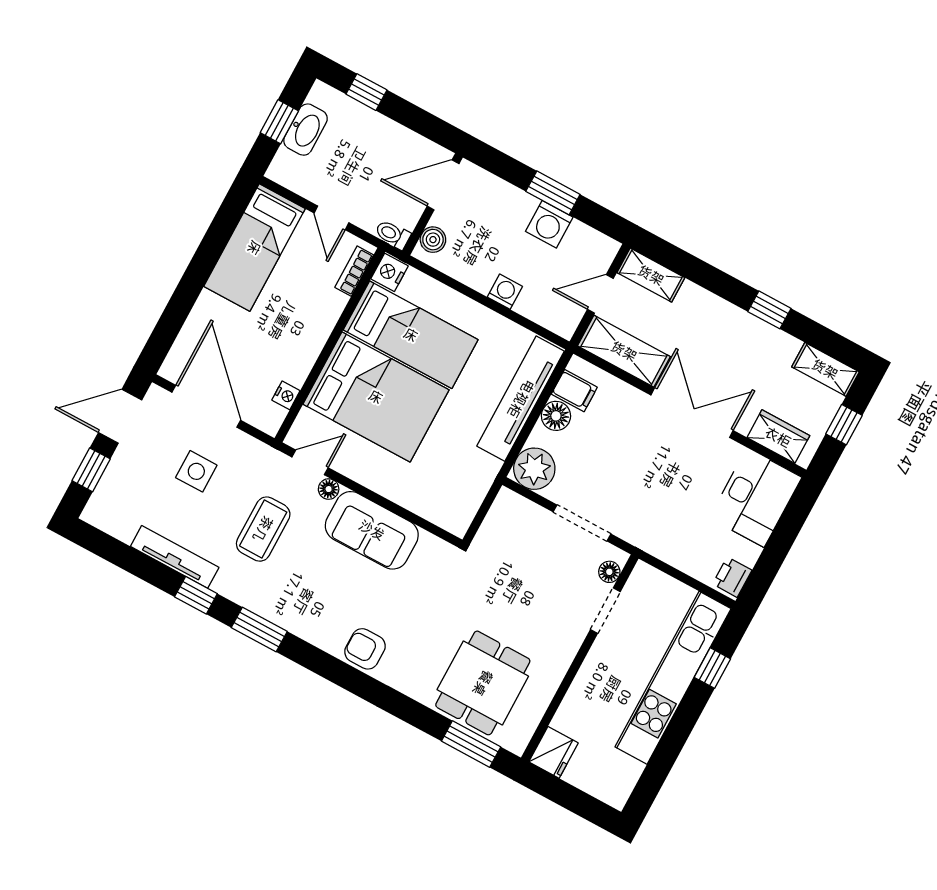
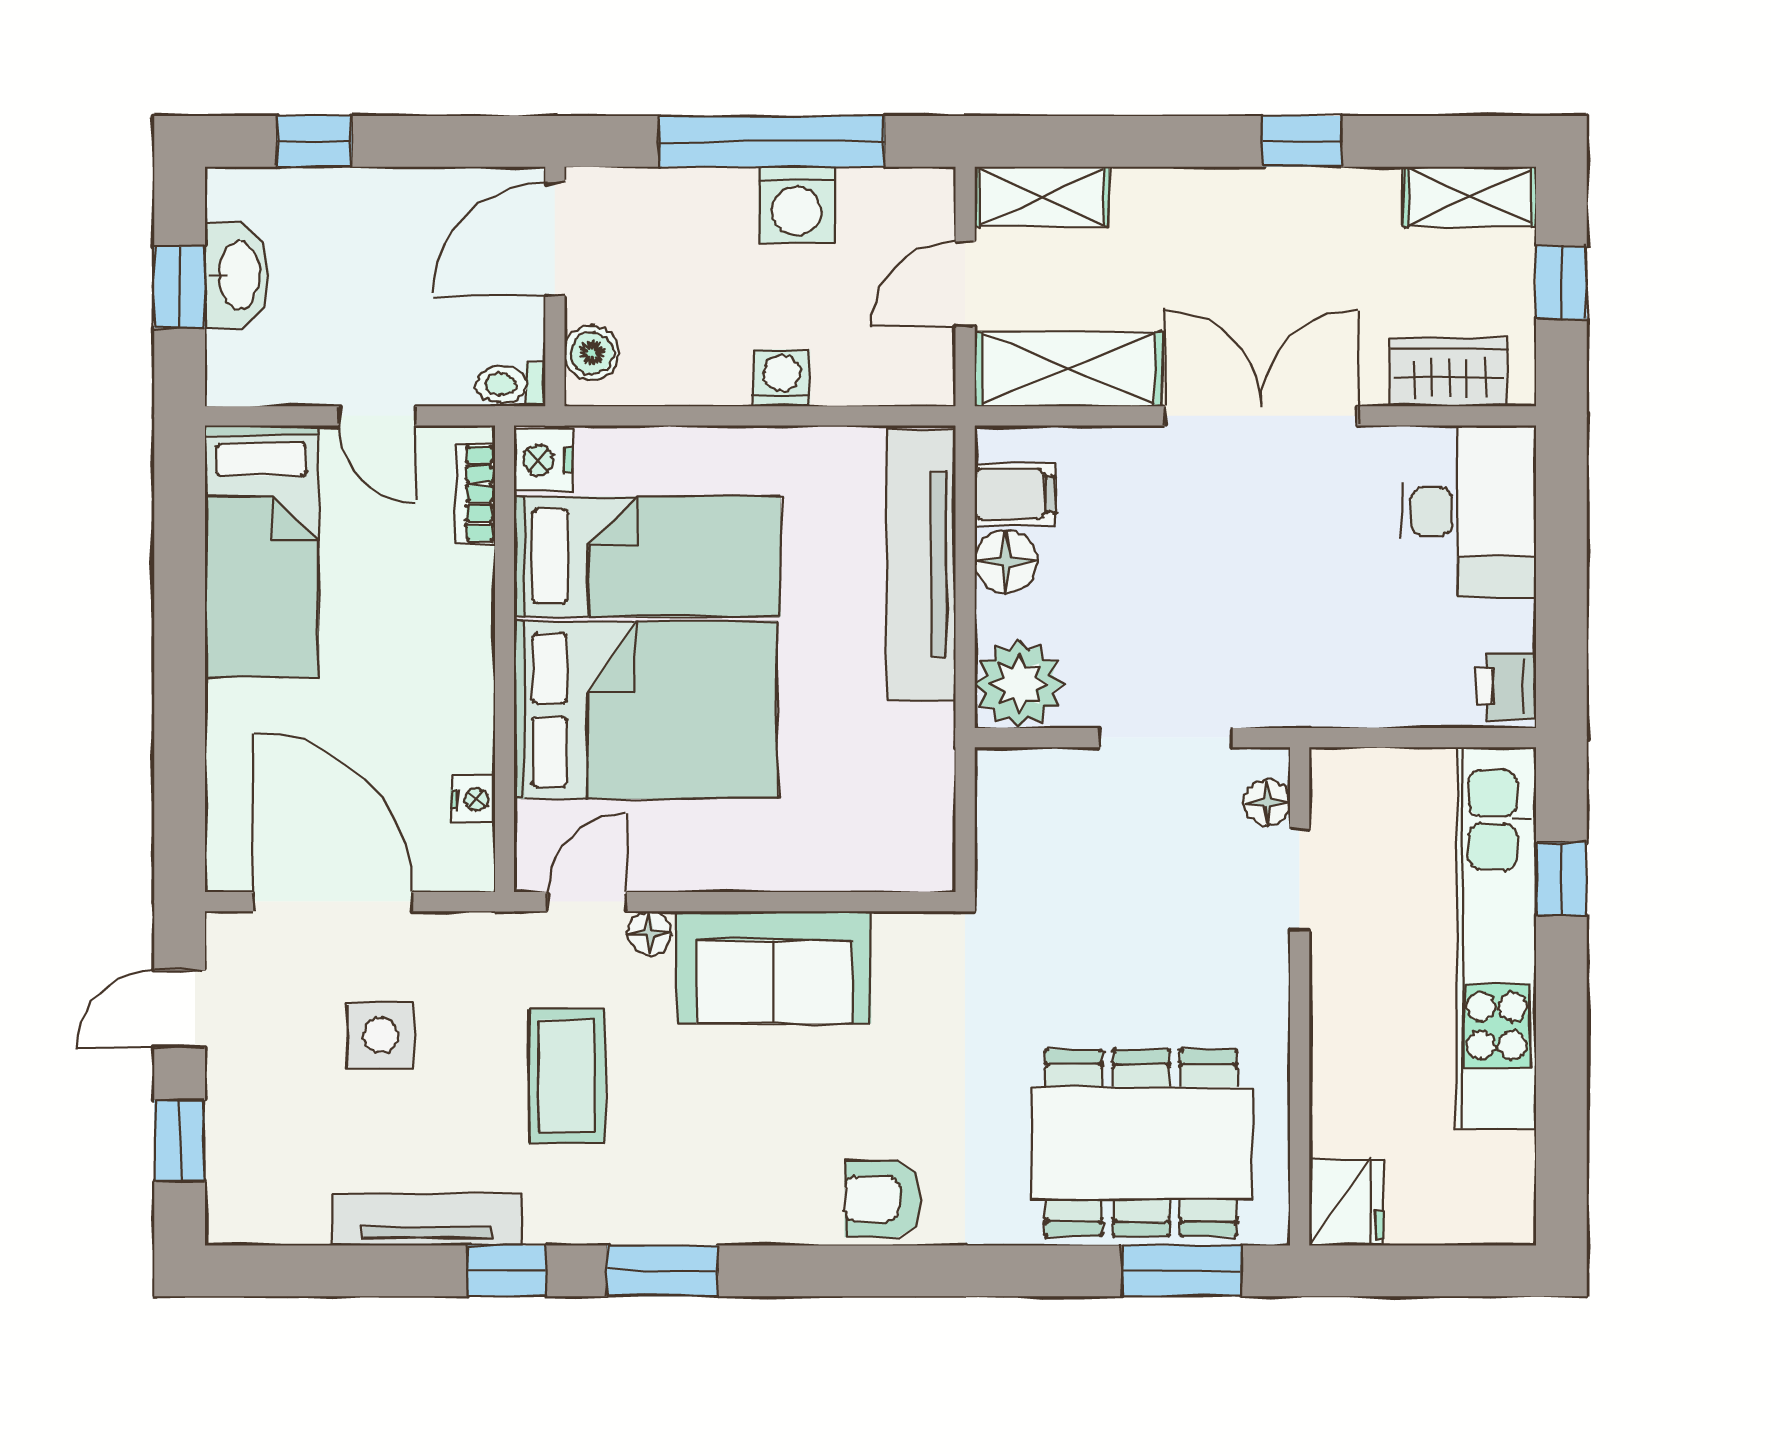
window: (553, 193) -> (772, 141), width x2.11
door: (120, 416) -> (180, 1009), width x0.73
dining table: (483, 683) -> (1141, 1143), width x1.38

